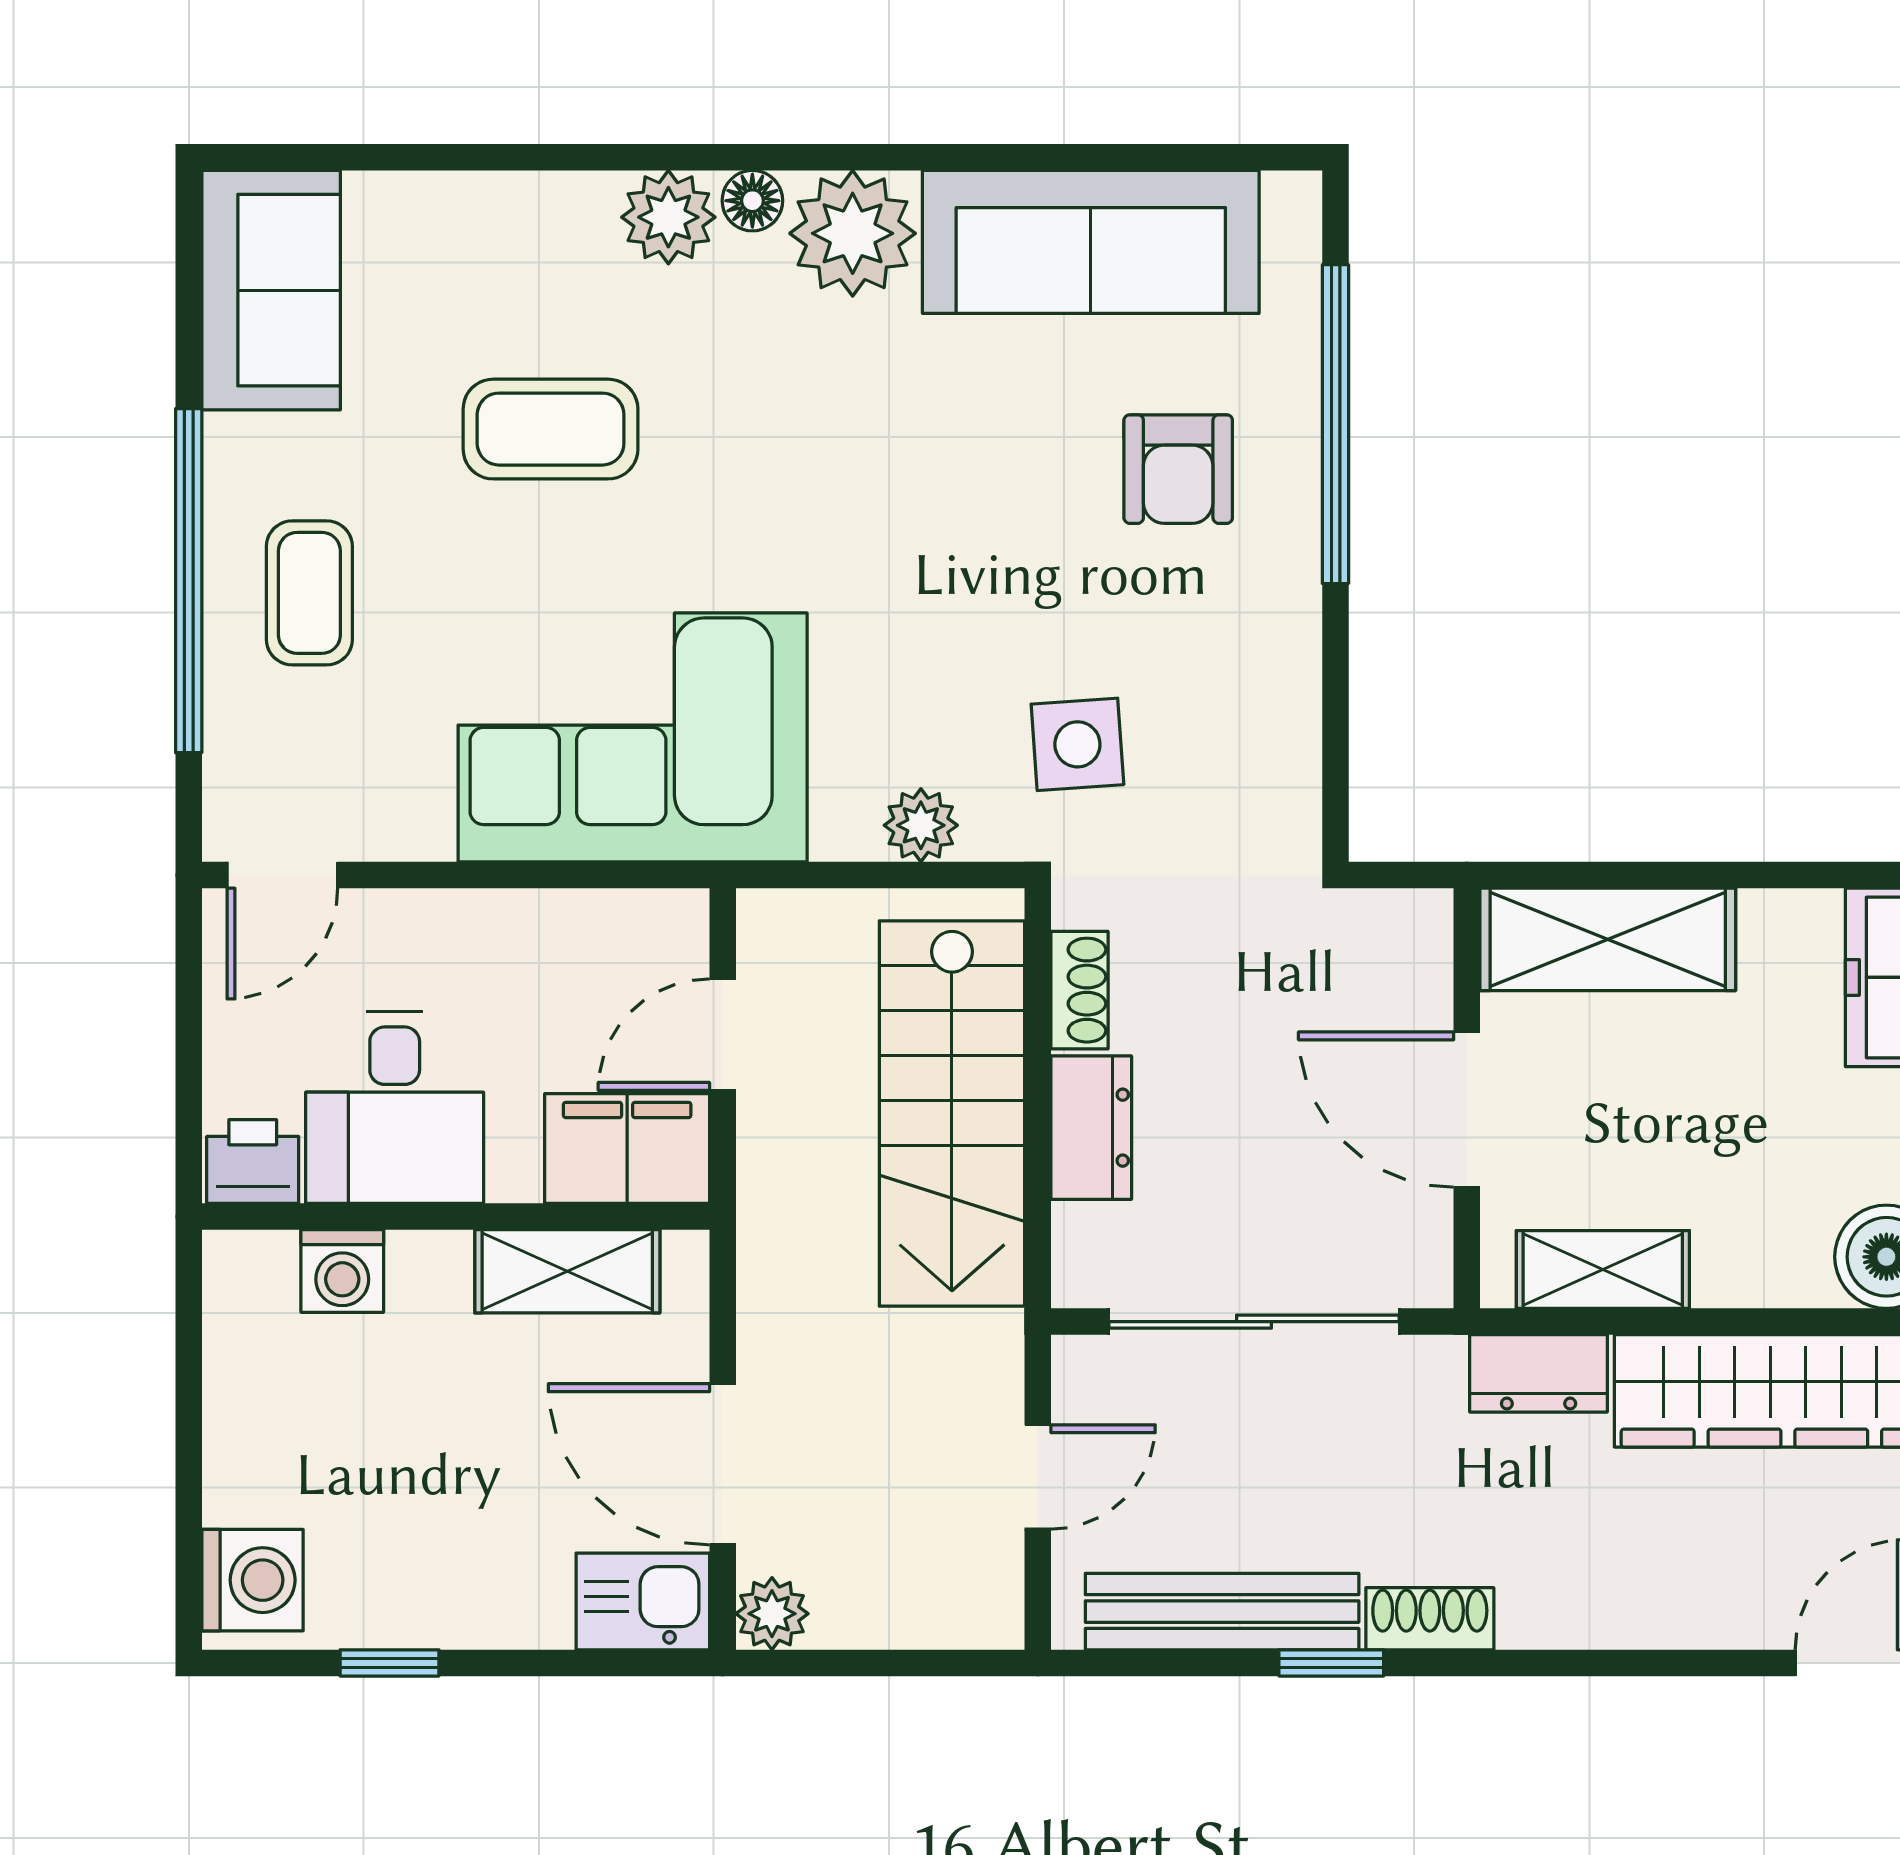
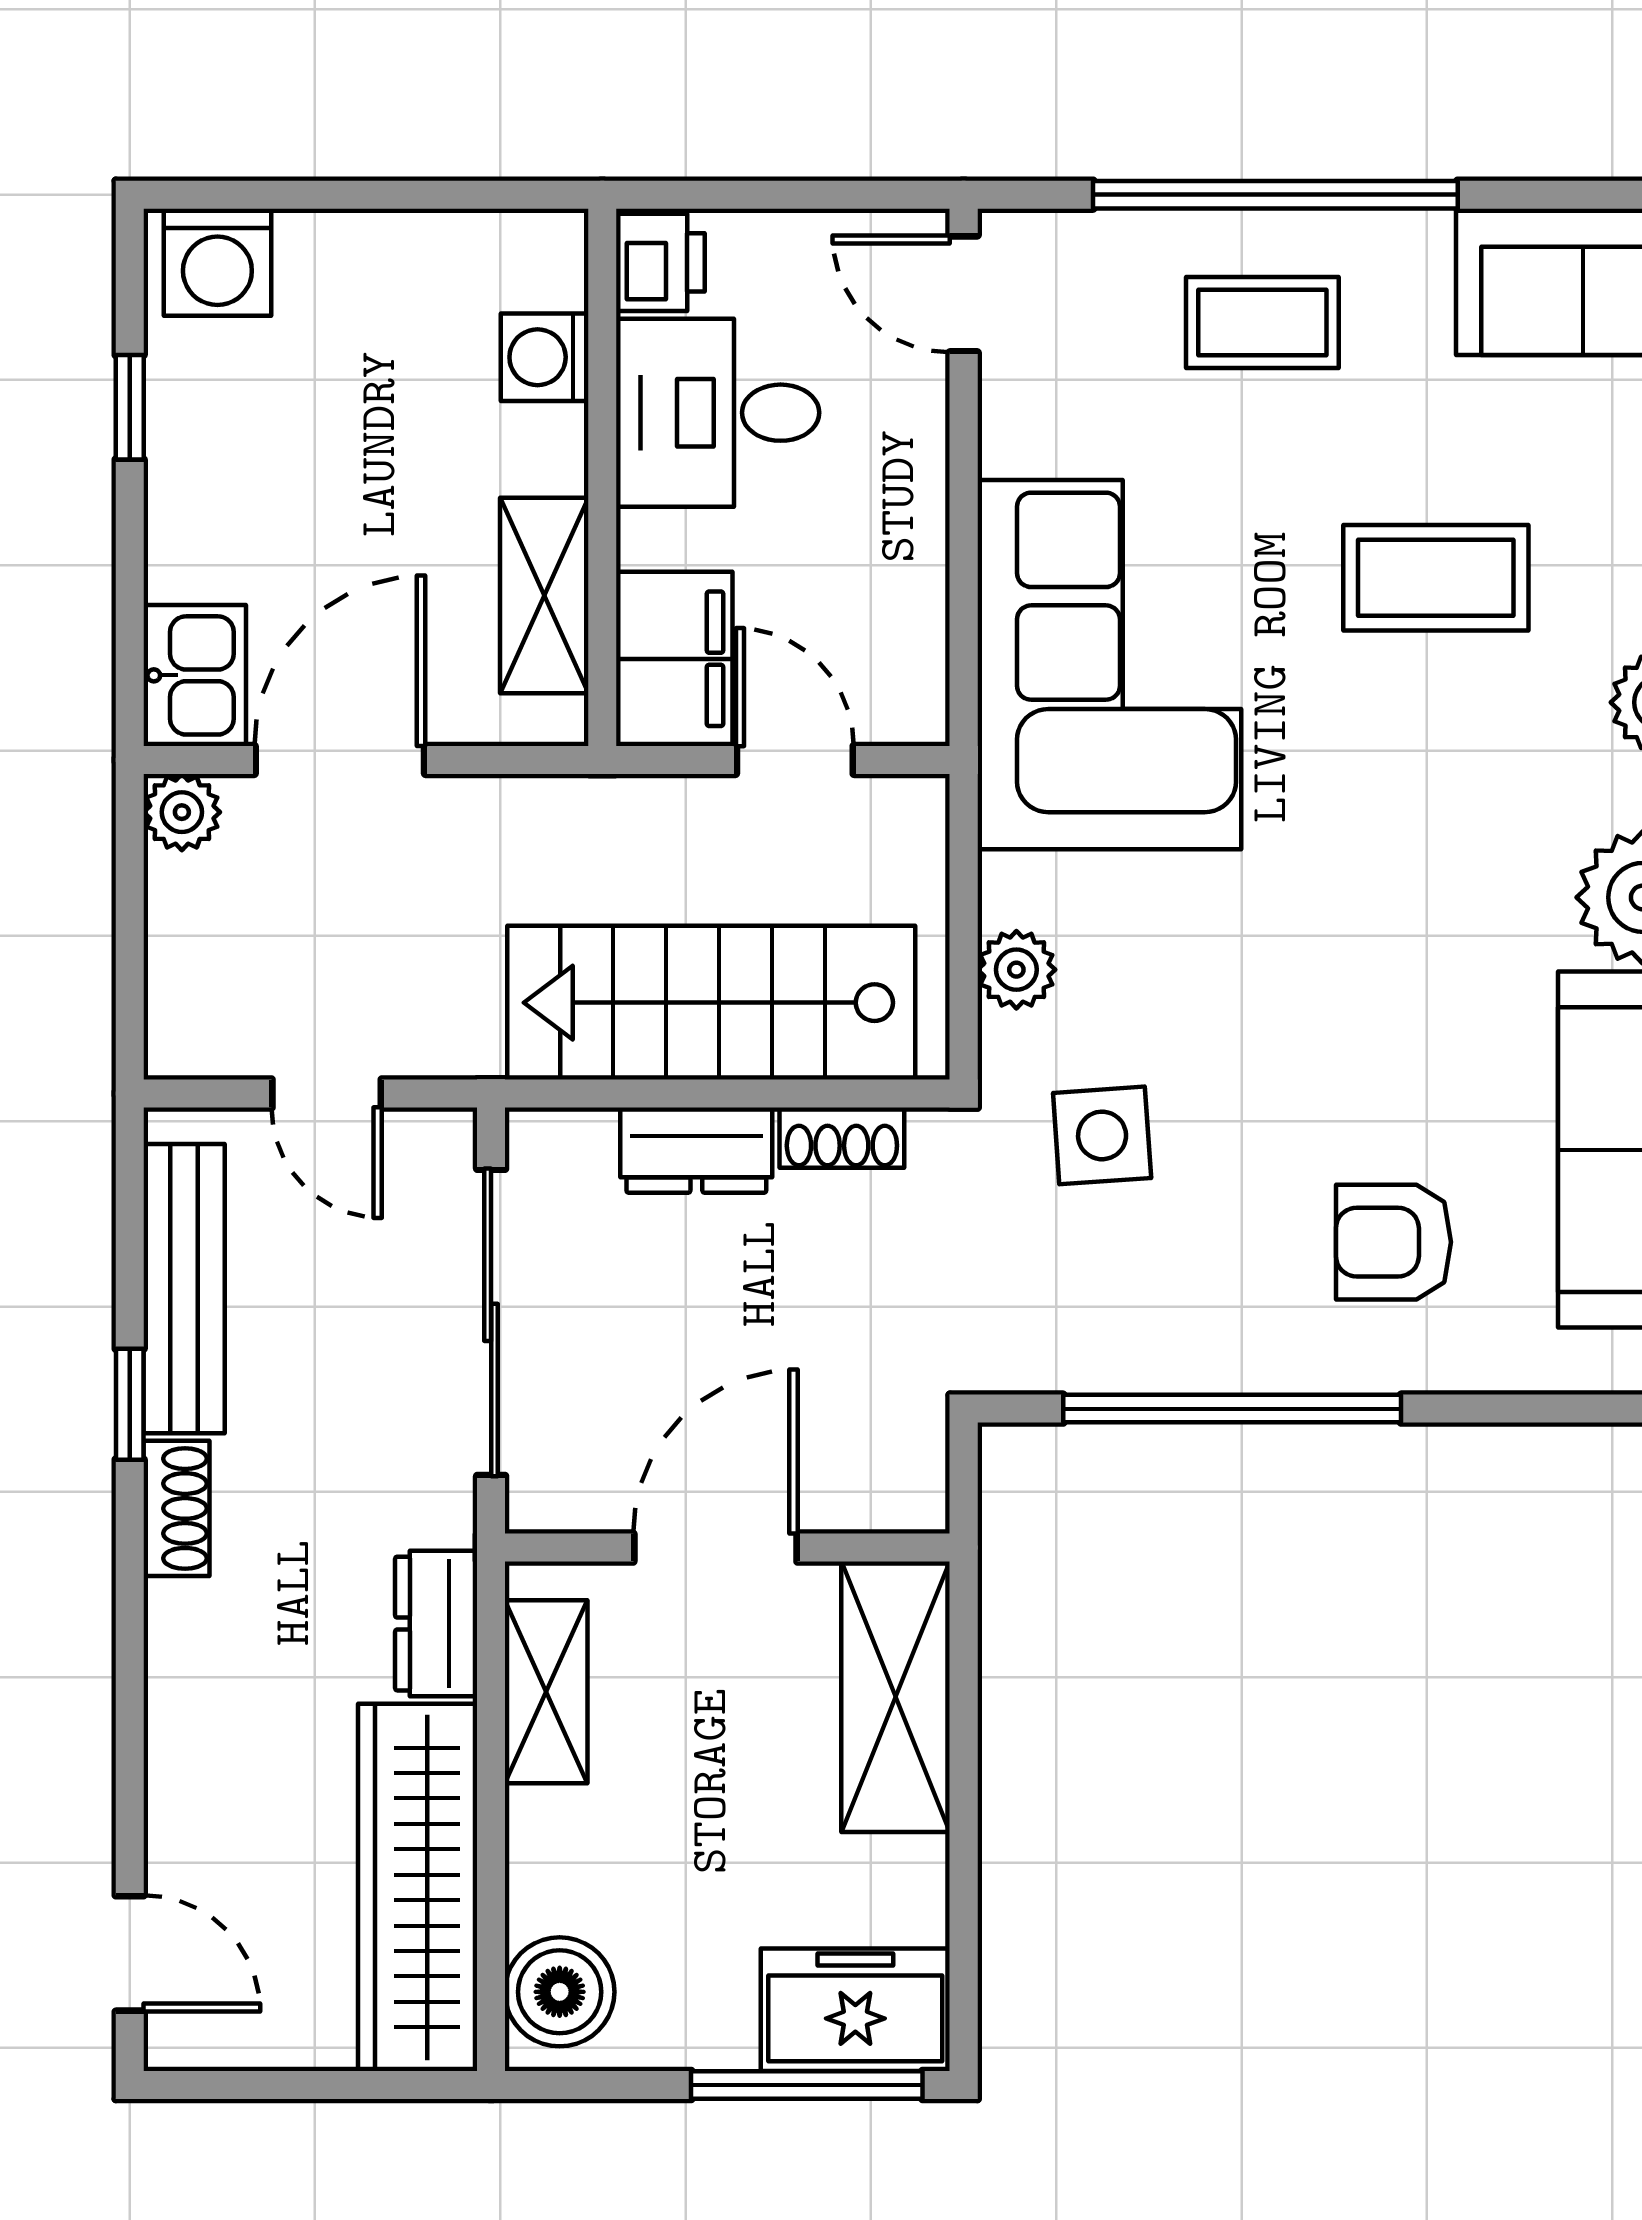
window: (1335, 424) -> (1232, 1409), moved
coffee table: (551, 429) -> (1436, 578), turned 90

